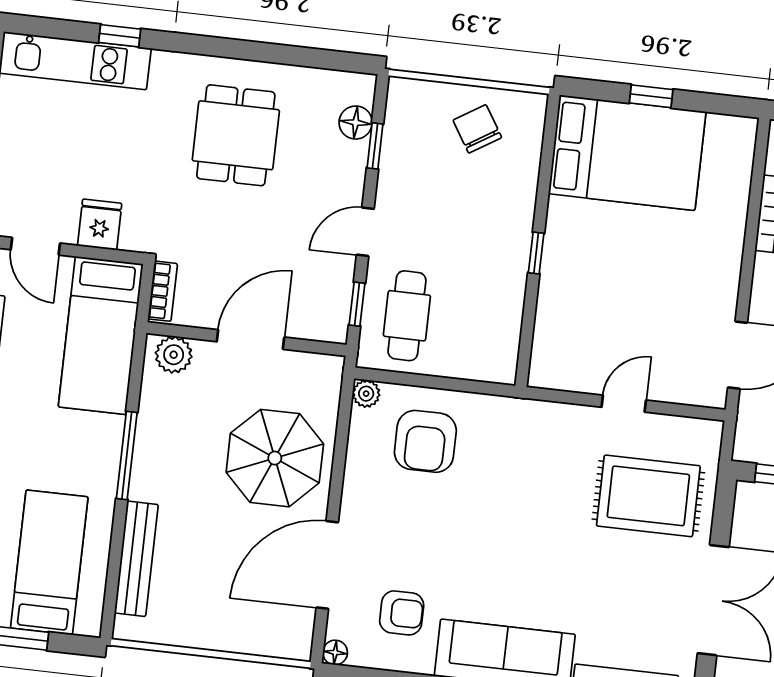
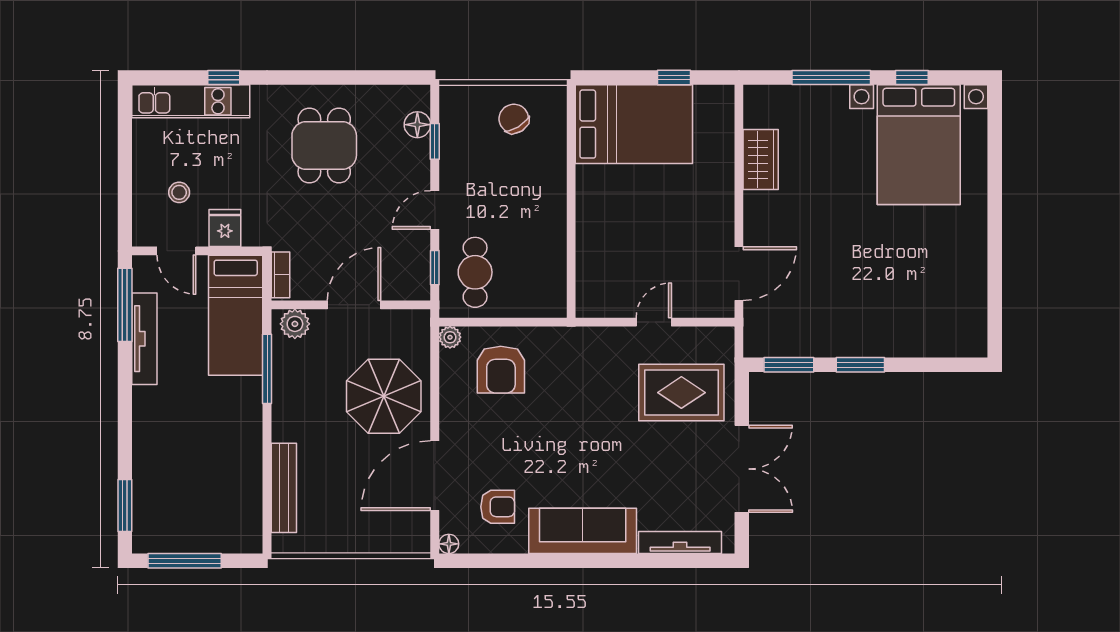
window: (651, 96) -> (674, 78), moved
stool: (47, 173) -> (179, 192), added
window: (536, 253) -> (571, 211), removed
window: (127, 456) -> (267, 369), moved
bed: (49, 562) -> (216, 499), removed

